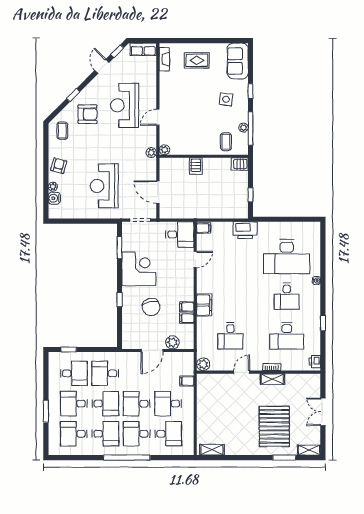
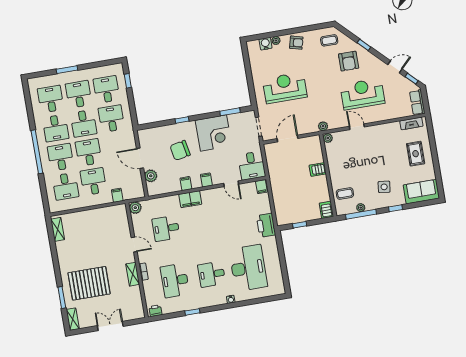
desk: (287, 257) -> (248, 268), turned 180
filing cabinet: (187, 318) -> (206, 180), moved
desk: (74, 373) -> (106, 89), turned 180

